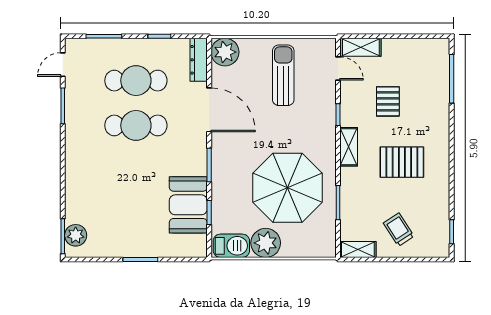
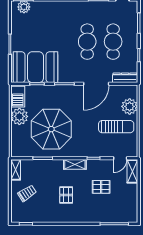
plant: (225, 52) -> (130, 106), moved
pallet: (402, 162) -> (66, 195), width x0.67, depth x0.71
booth: (188, 205) -> (36, 67), width x1.36, depth x1.42

